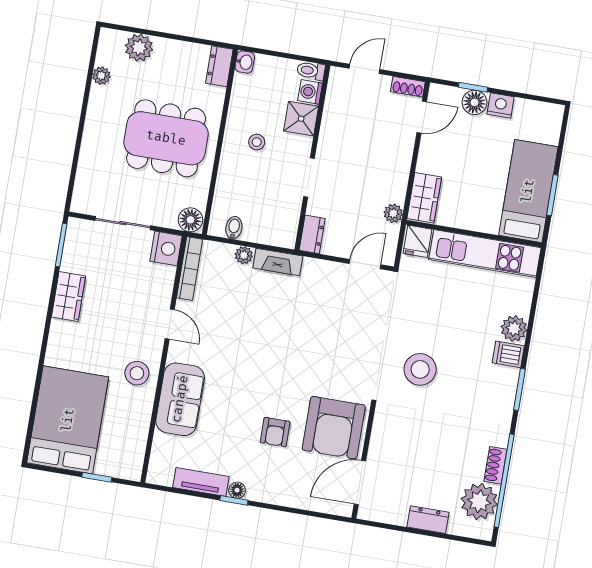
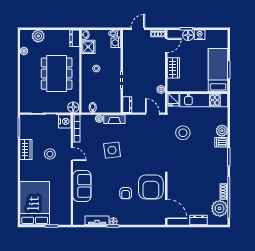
shower: (301, 119) -> (88, 47), moved
dining table: (166, 138) -> (57, 74), turned 90
wardrobe: (424, 198) -> (173, 68), moved
door: (365, 264) -> (152, 114), hinge flipped
side table: (261, 331) -> (112, 150), added
stool: (420, 369) -> (183, 133), moved
stool: (137, 373) -> (50, 154), moved
door: (360, 483) -> (166, 209), swing flipped

